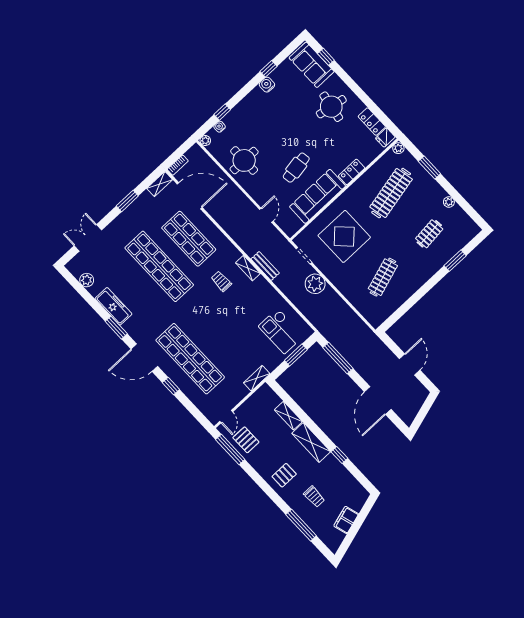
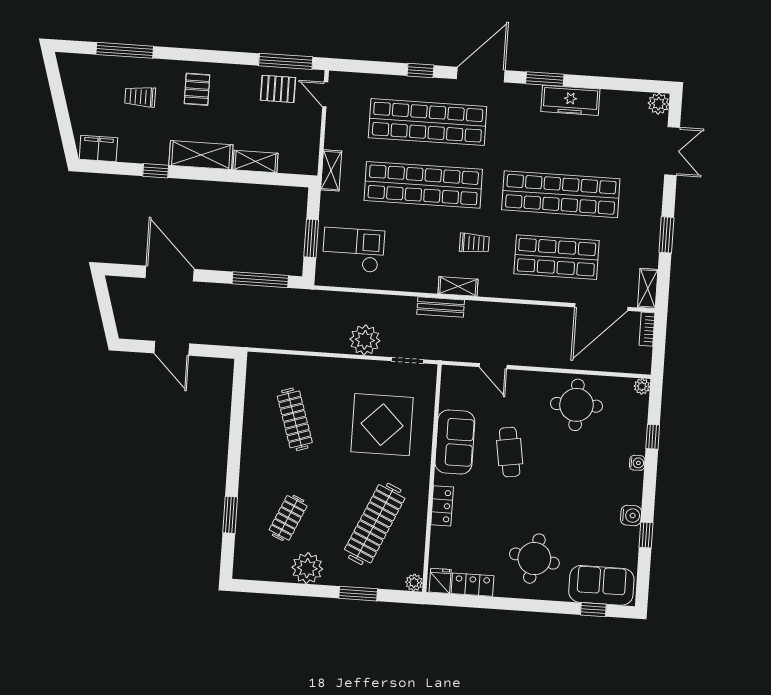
water cooler: (220, 127) -> (637, 463), moved
clothes rail: (391, 193) -> (375, 524), turned 36
sofa: (318, 196) -> (455, 442), width x0.73
plant: (449, 202) -> (307, 568), width x1.87, depth x1.87
clothes rail: (429, 234) -> (288, 518), turned 30
plant: (87, 280) -> (658, 104), moved
shop shelf: (220, 331) -> (423, 185), added
filing cabinet: (346, 520) -> (98, 148), moved, turned -73

